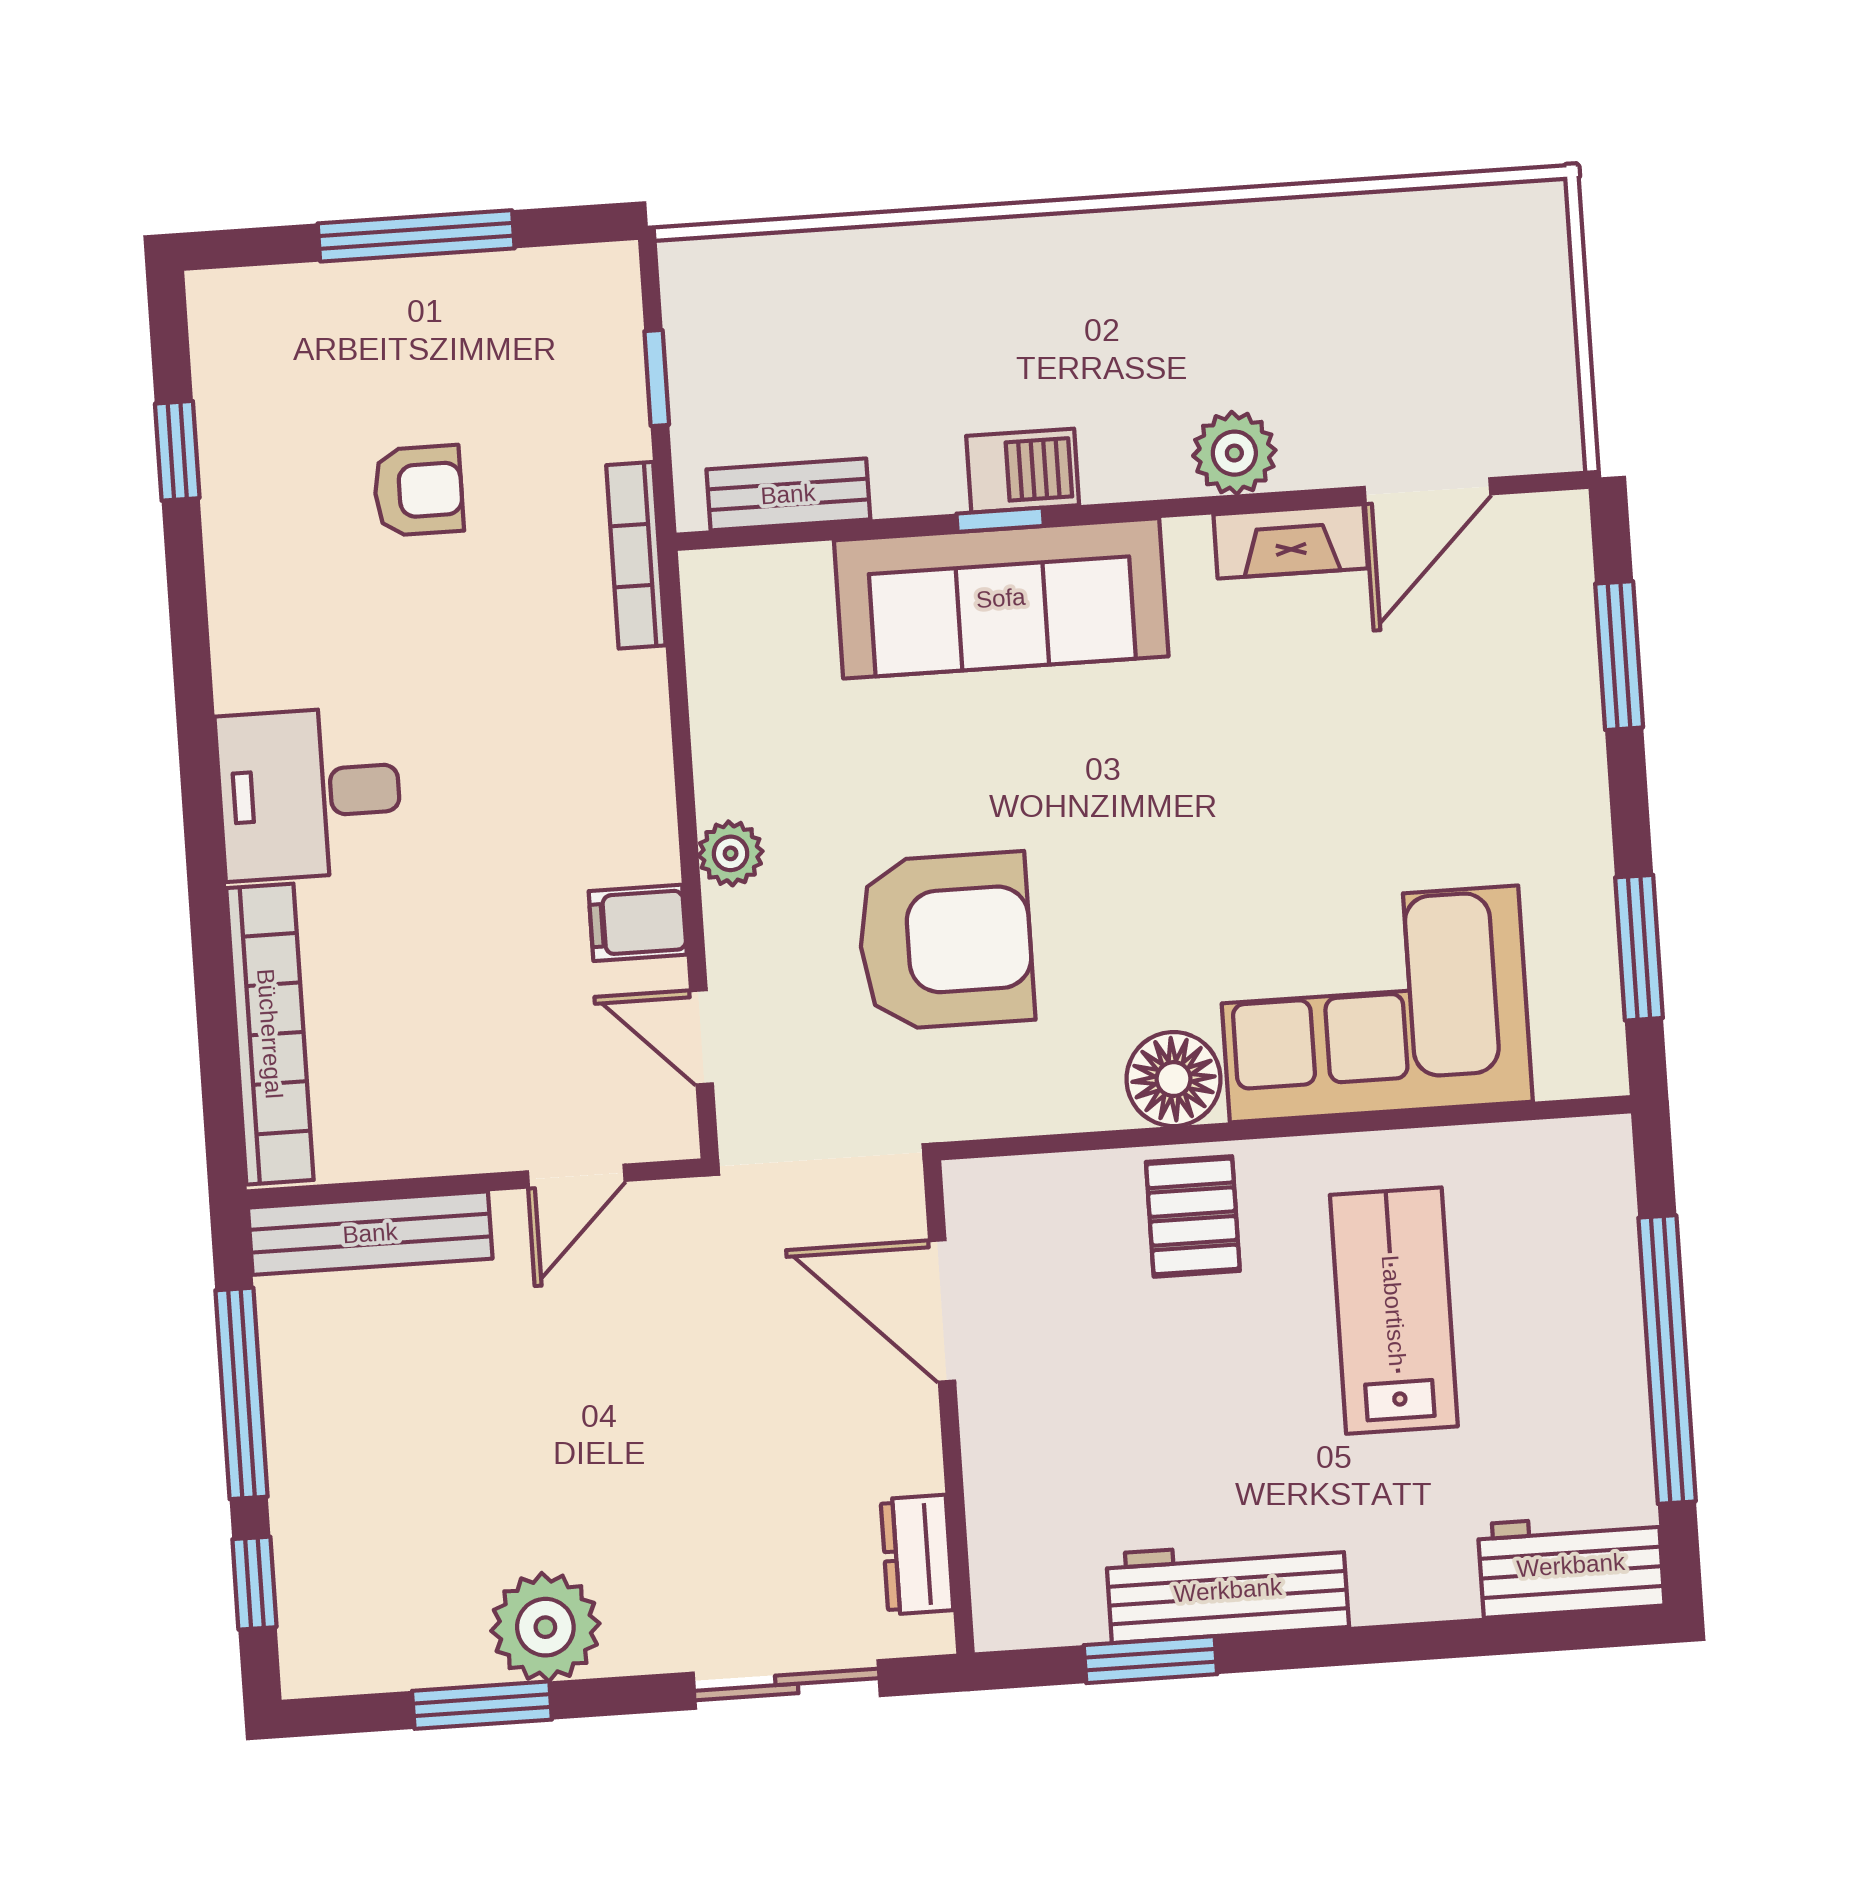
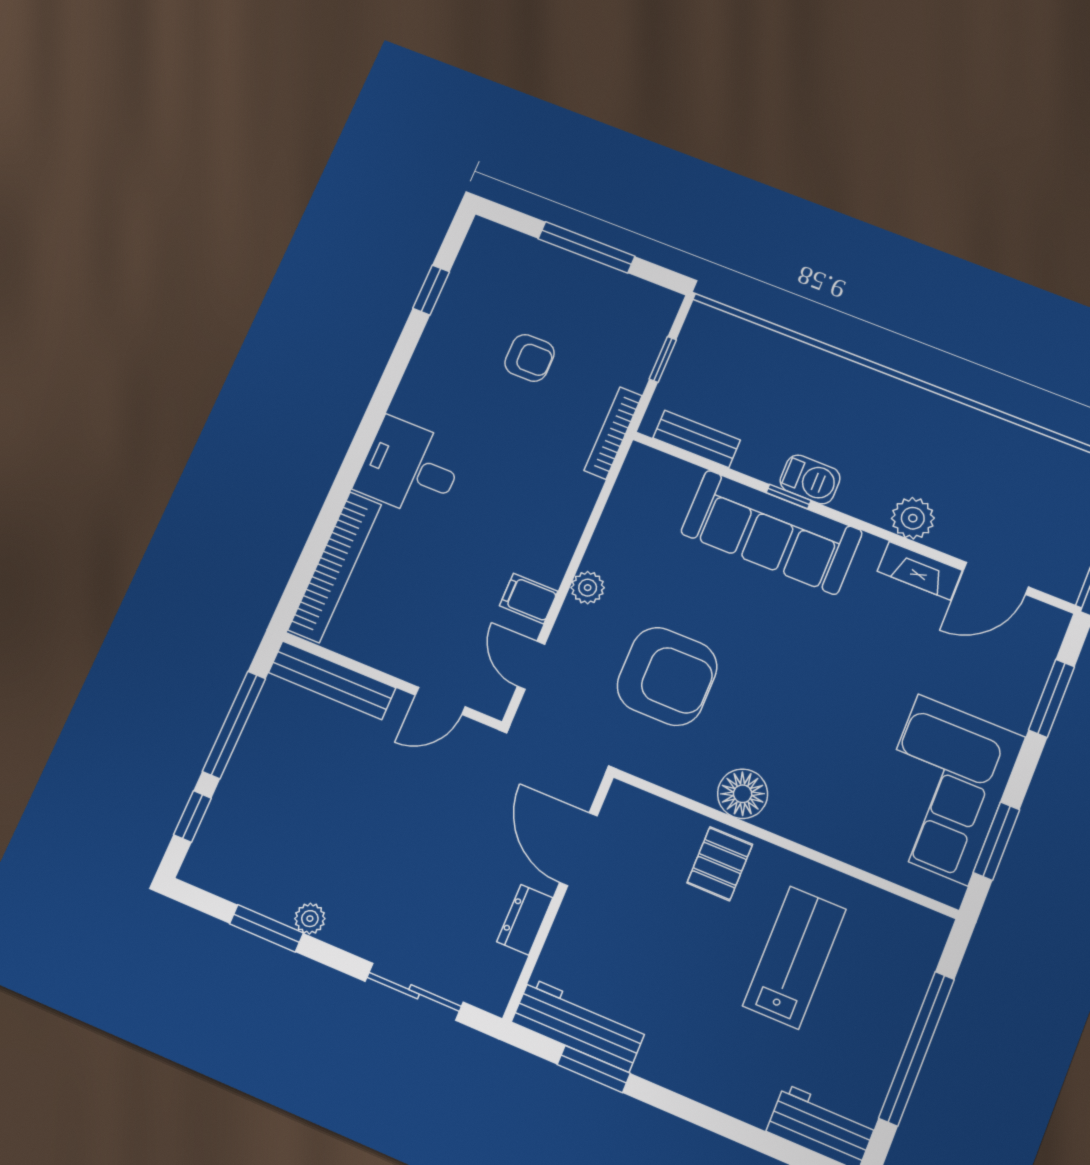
corner sofa: (1374, 1004) -> (943, 789), moved, turned -90
dresser: (917, 1555) -> (525, 920), moved
workbench: (1228, 1590) -> (579, 1025), moved
plant: (545, 1627) -> (310, 919), width x0.53, depth x0.53

